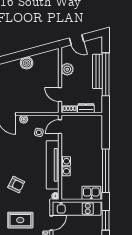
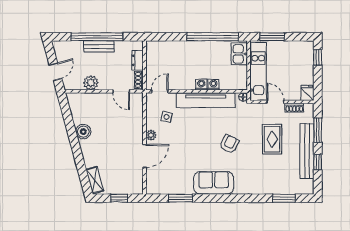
bench: (97, 71) -> (99, 46), width x0.73
door: (60, 95) -> (121, 91), hinge flipped
door: (60, 127) -> (160, 91), swing flipped

